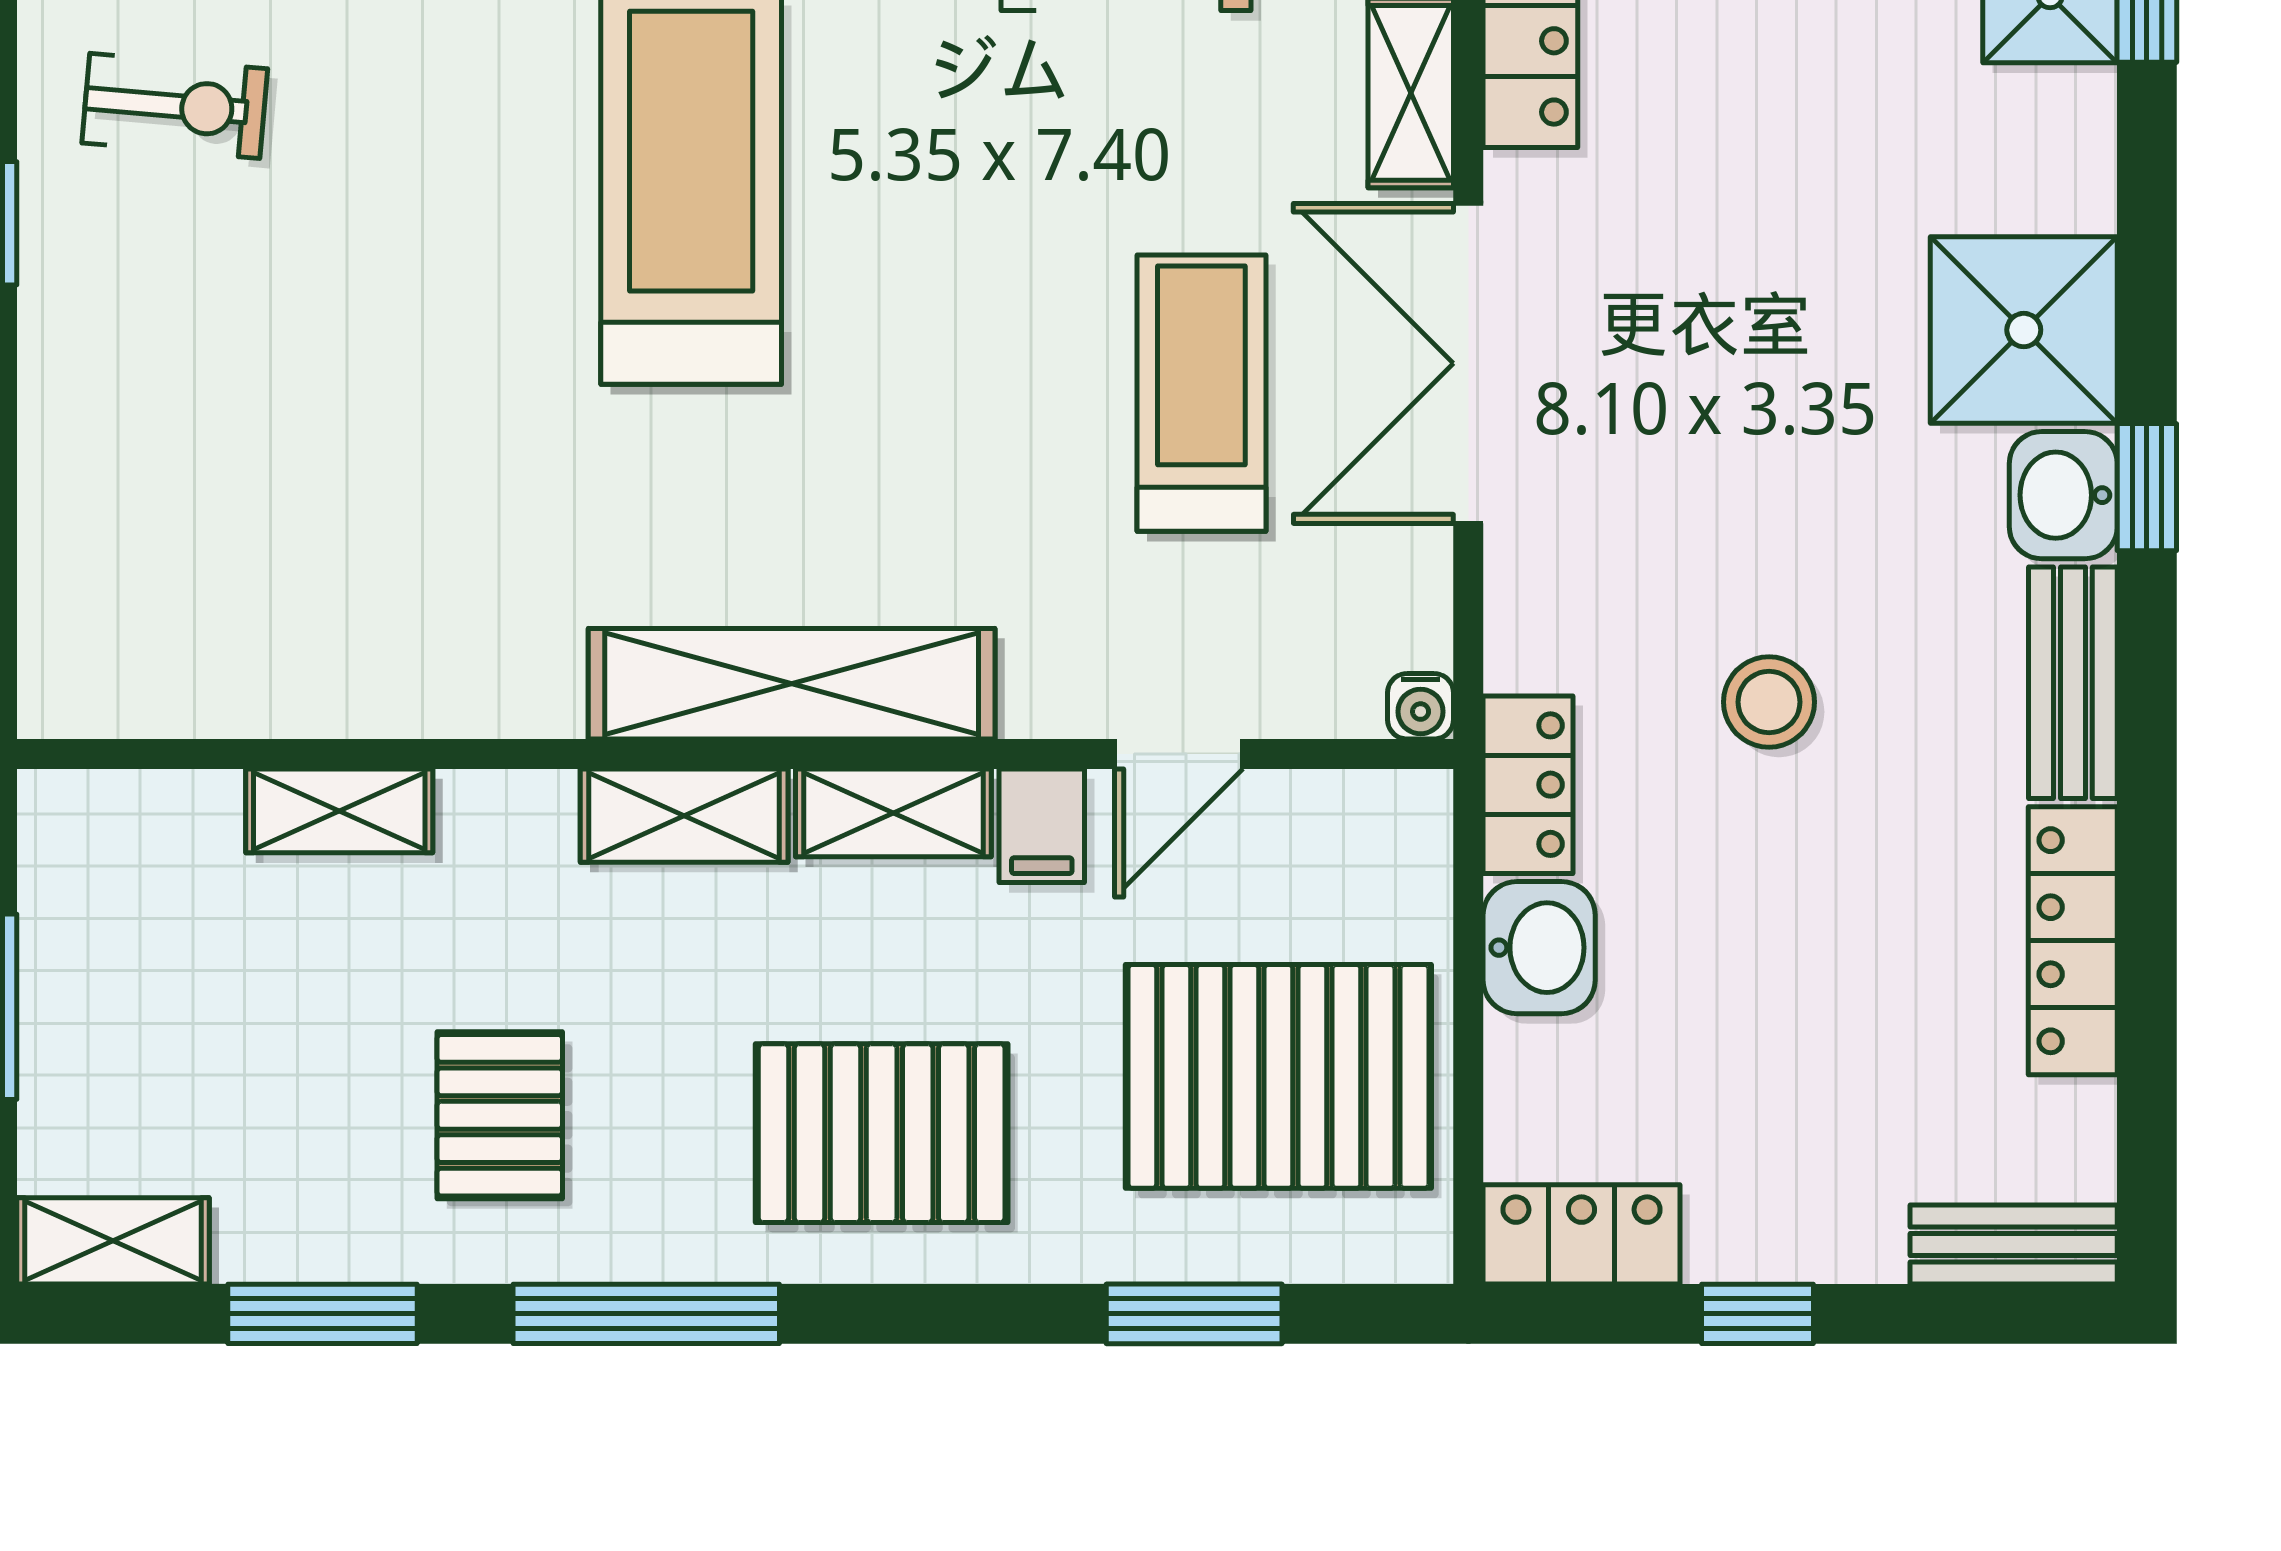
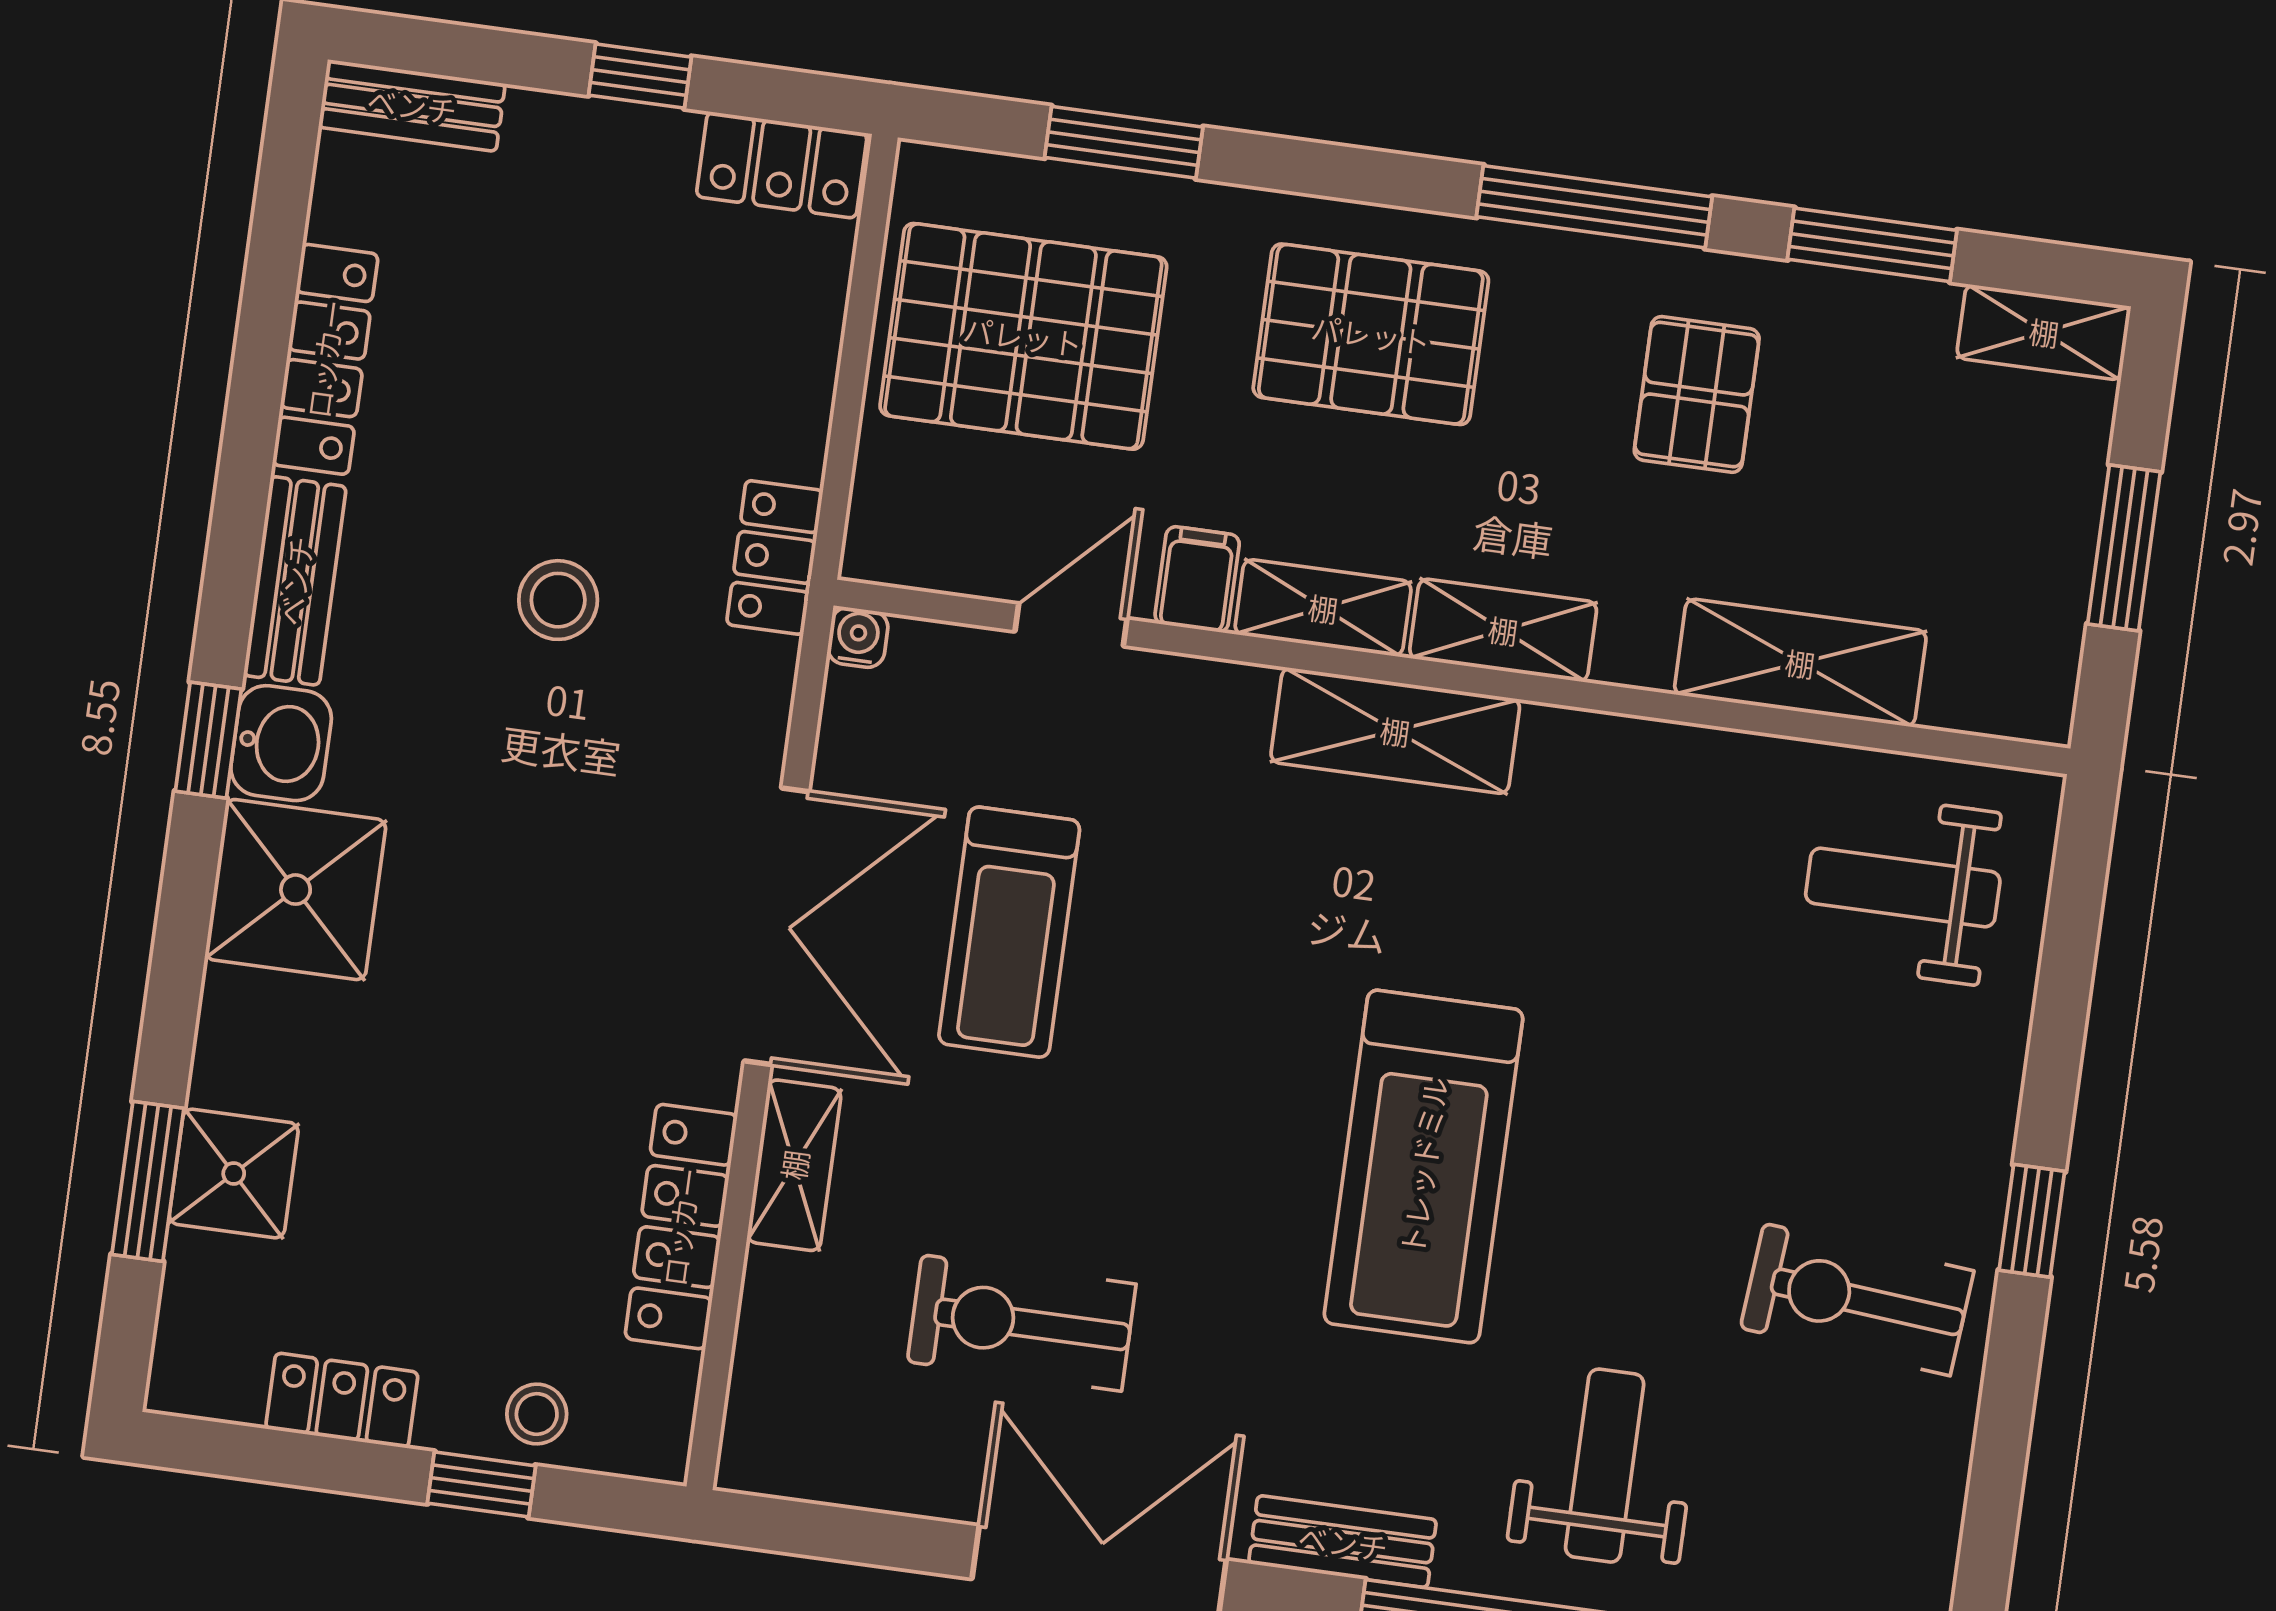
exercise bike: (175, 106) -> (1857, 1299), width x1.38, depth x1.39
weight bench: (187, 584) -> (1903, 887), added
shelving: (792, 684) -> (1395, 731), width x0.68
shelving: (339, 811) -> (1800, 663), width x1.50, depth x1.33
washbasin: (1539, 948) -> (784, 416), removed

